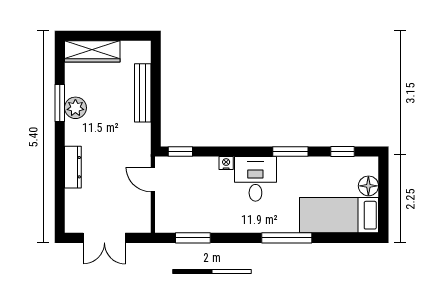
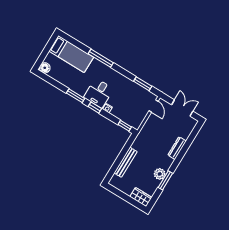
wardrobe: (92, 51) -> (141, 197), width x0.67
window: (343, 152) -> (95, 108), moved
door: (153, 179) -> (154, 106), moved
floor lamp: (368, 186) -> (45, 68), moved

